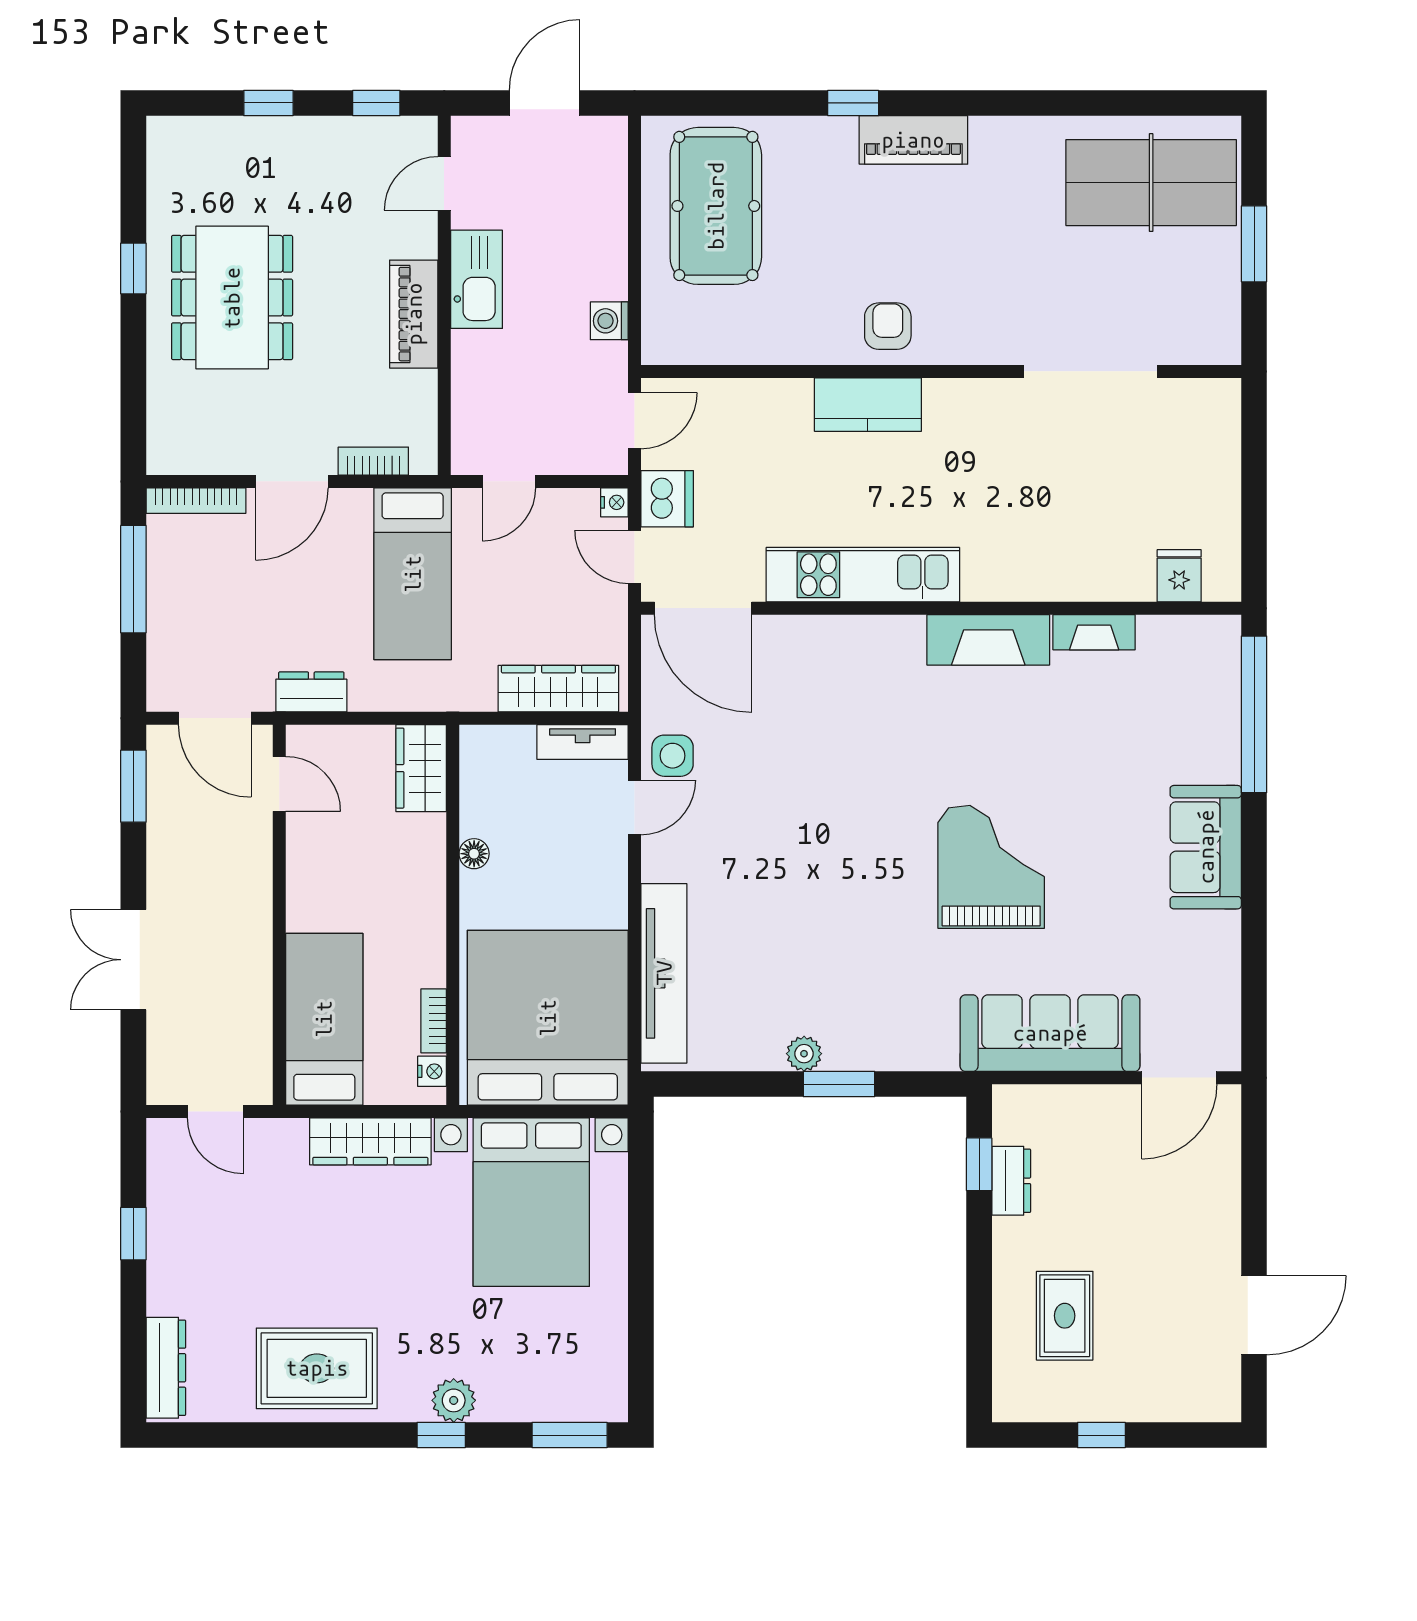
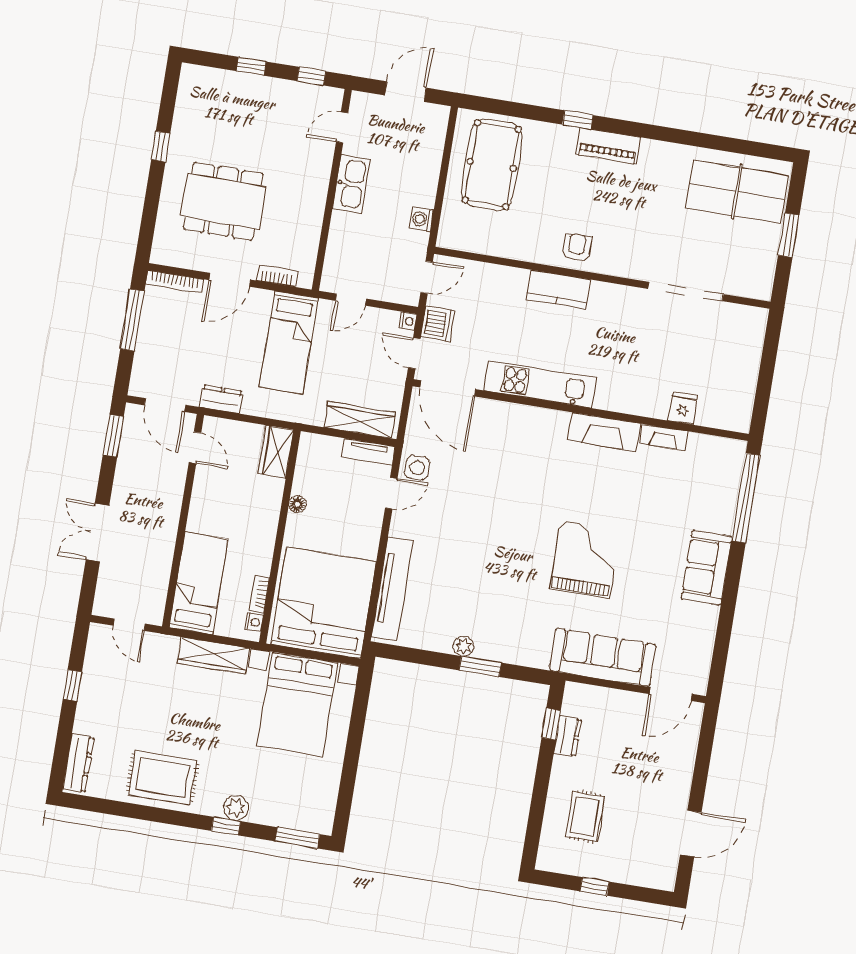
dining table: (232, 298) -> (223, 201), moved, turned 90
piano: (414, 314) -> (313, 198), removed
fridge: (1179, 576) -> (683, 408), moved

